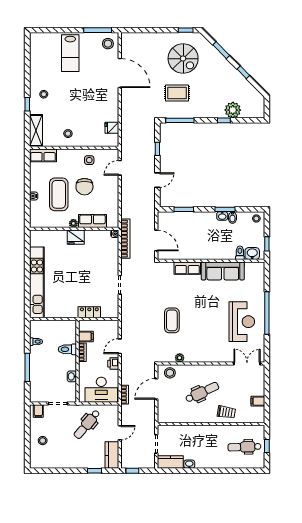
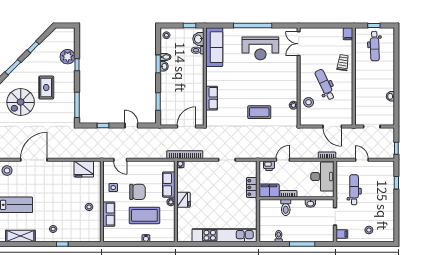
spiral stairs: (183, 59) -> (21, 102), turned 180
rug: (177, 93) -> (46, 88), moved
fridge: (112, 128) -> (84, 169), width x1.88, depth x1.34
shelving: (36, 131) -> (20, 236), moved
row of seats: (43, 155) -> (109, 214), moved
sofa: (223, 271) -> (214, 47), moved
reception desk: (242, 322) -> (260, 48), turned 180
filing cabinet: (86, 337) -> (269, 191), width x2.00
door: (120, 346) -> (283, 160), swing flipped
printer: (113, 364) -> (269, 166), moved
stool: (170, 373) -> (309, 102), moved
door: (156, 389) -> (332, 126), moved
filing cabinet: (258, 401) -> (348, 34), moved
dental chair: (87, 424) -> (354, 190), turned -130
kitchen counter: (112, 455) -> (382, 167), removed
kitchen counter: (170, 462) -> (388, 114), removed

